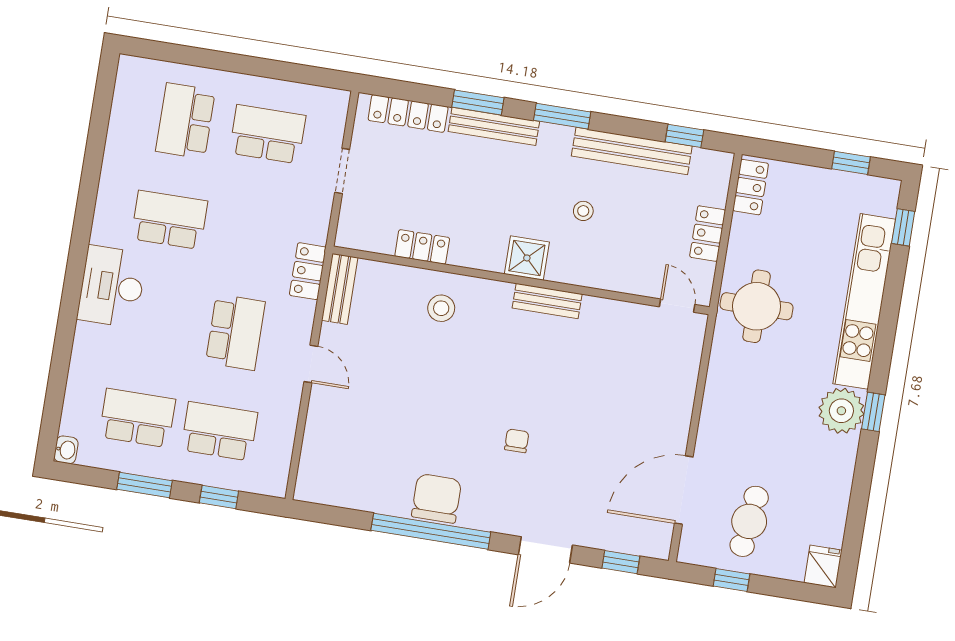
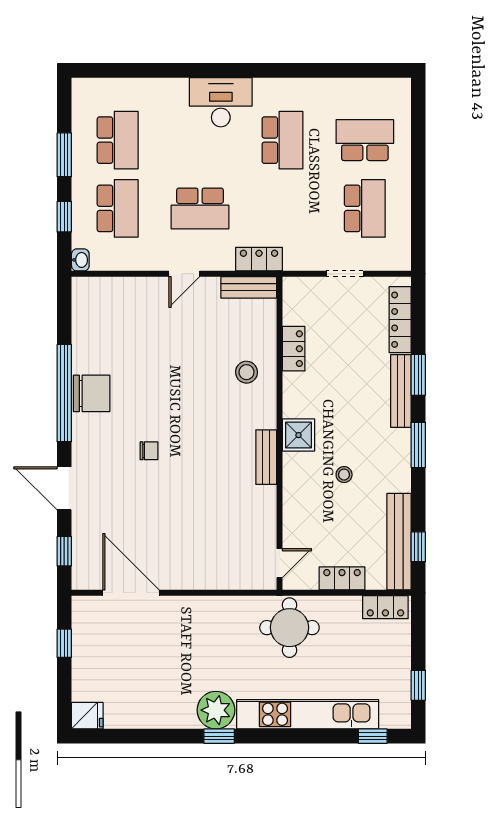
bench: (632, 151) -> (399, 542), moved
washbasin: (66, 450) -> (80, 260), moved, turned -90
cafe table: (749, 521) -> (114, 650), removed

